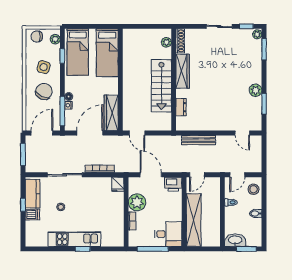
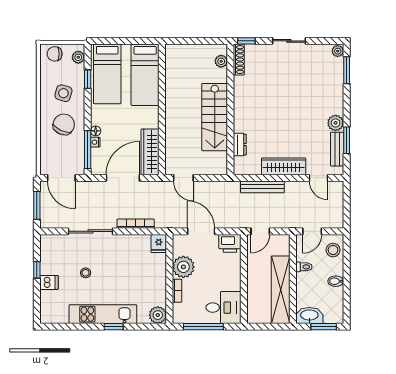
window: (246, 26) -> (246, 41), moved
wardrobe: (183, 71) -> (284, 166), moved, turned -90
bench: (257, 111) -> (337, 149), added
door: (42, 133) -> (61, 178), swing flipped
kitchen counter: (33, 194) -> (49, 256), removed
shelving: (194, 220) -> (281, 290), moved
plant: (117, 240) -> (158, 315), added

